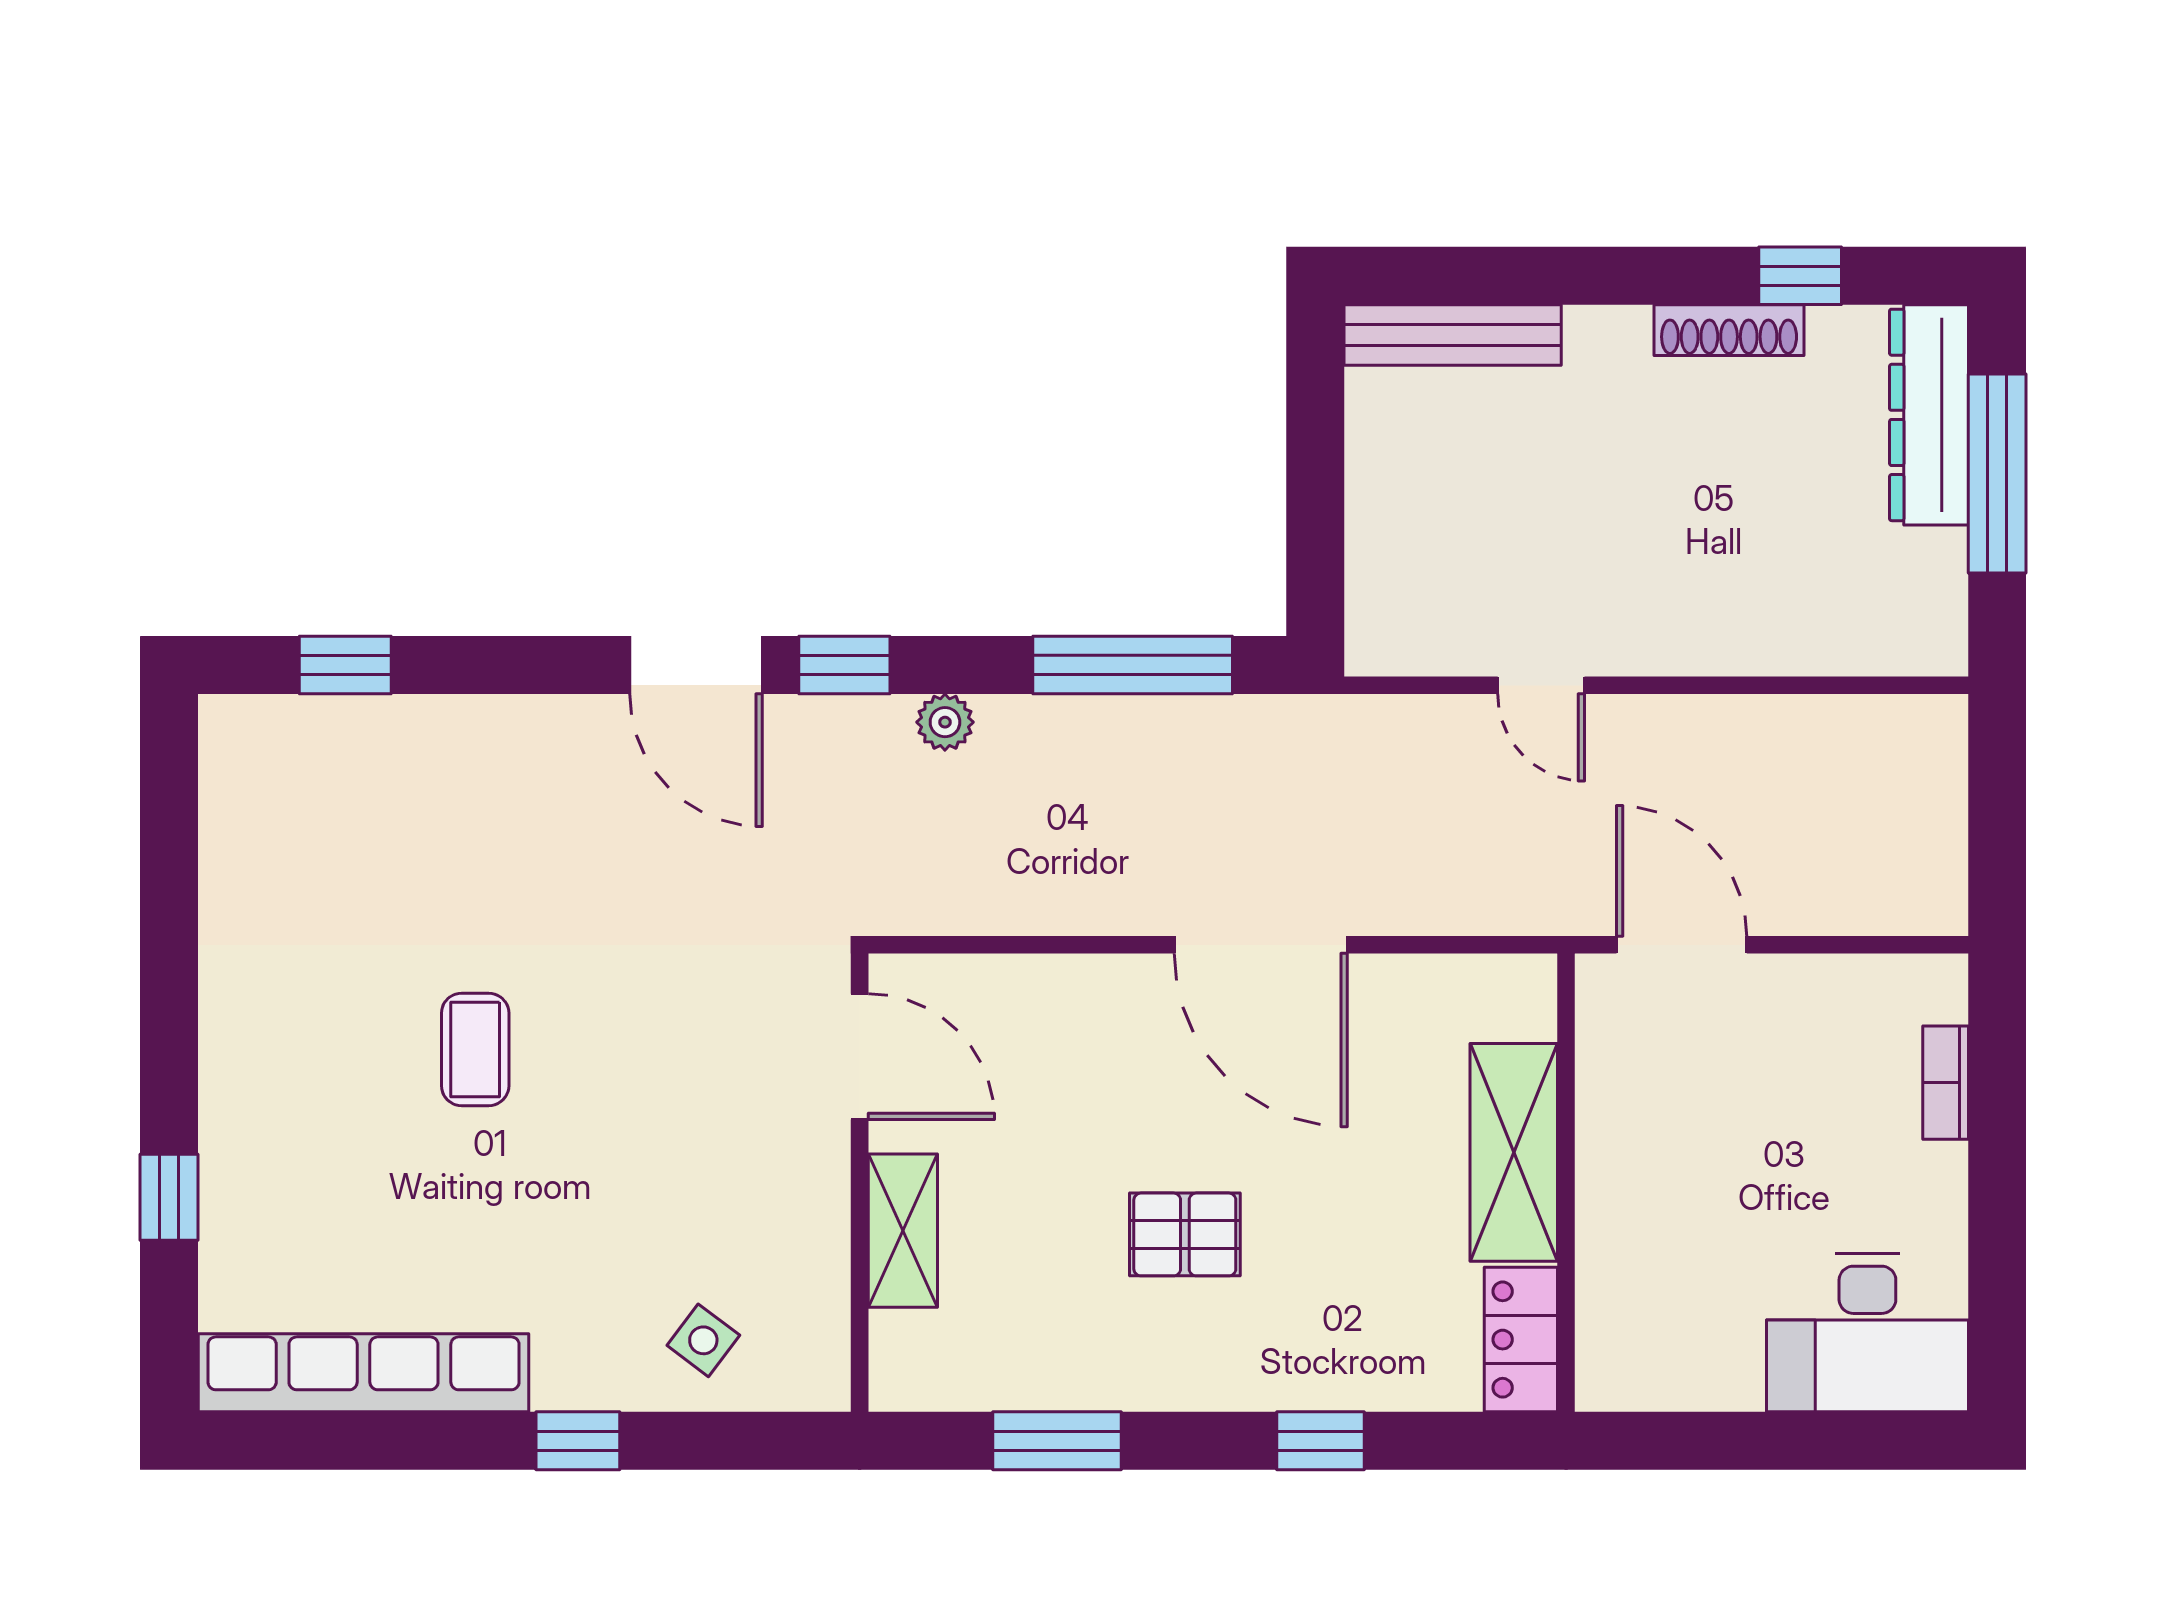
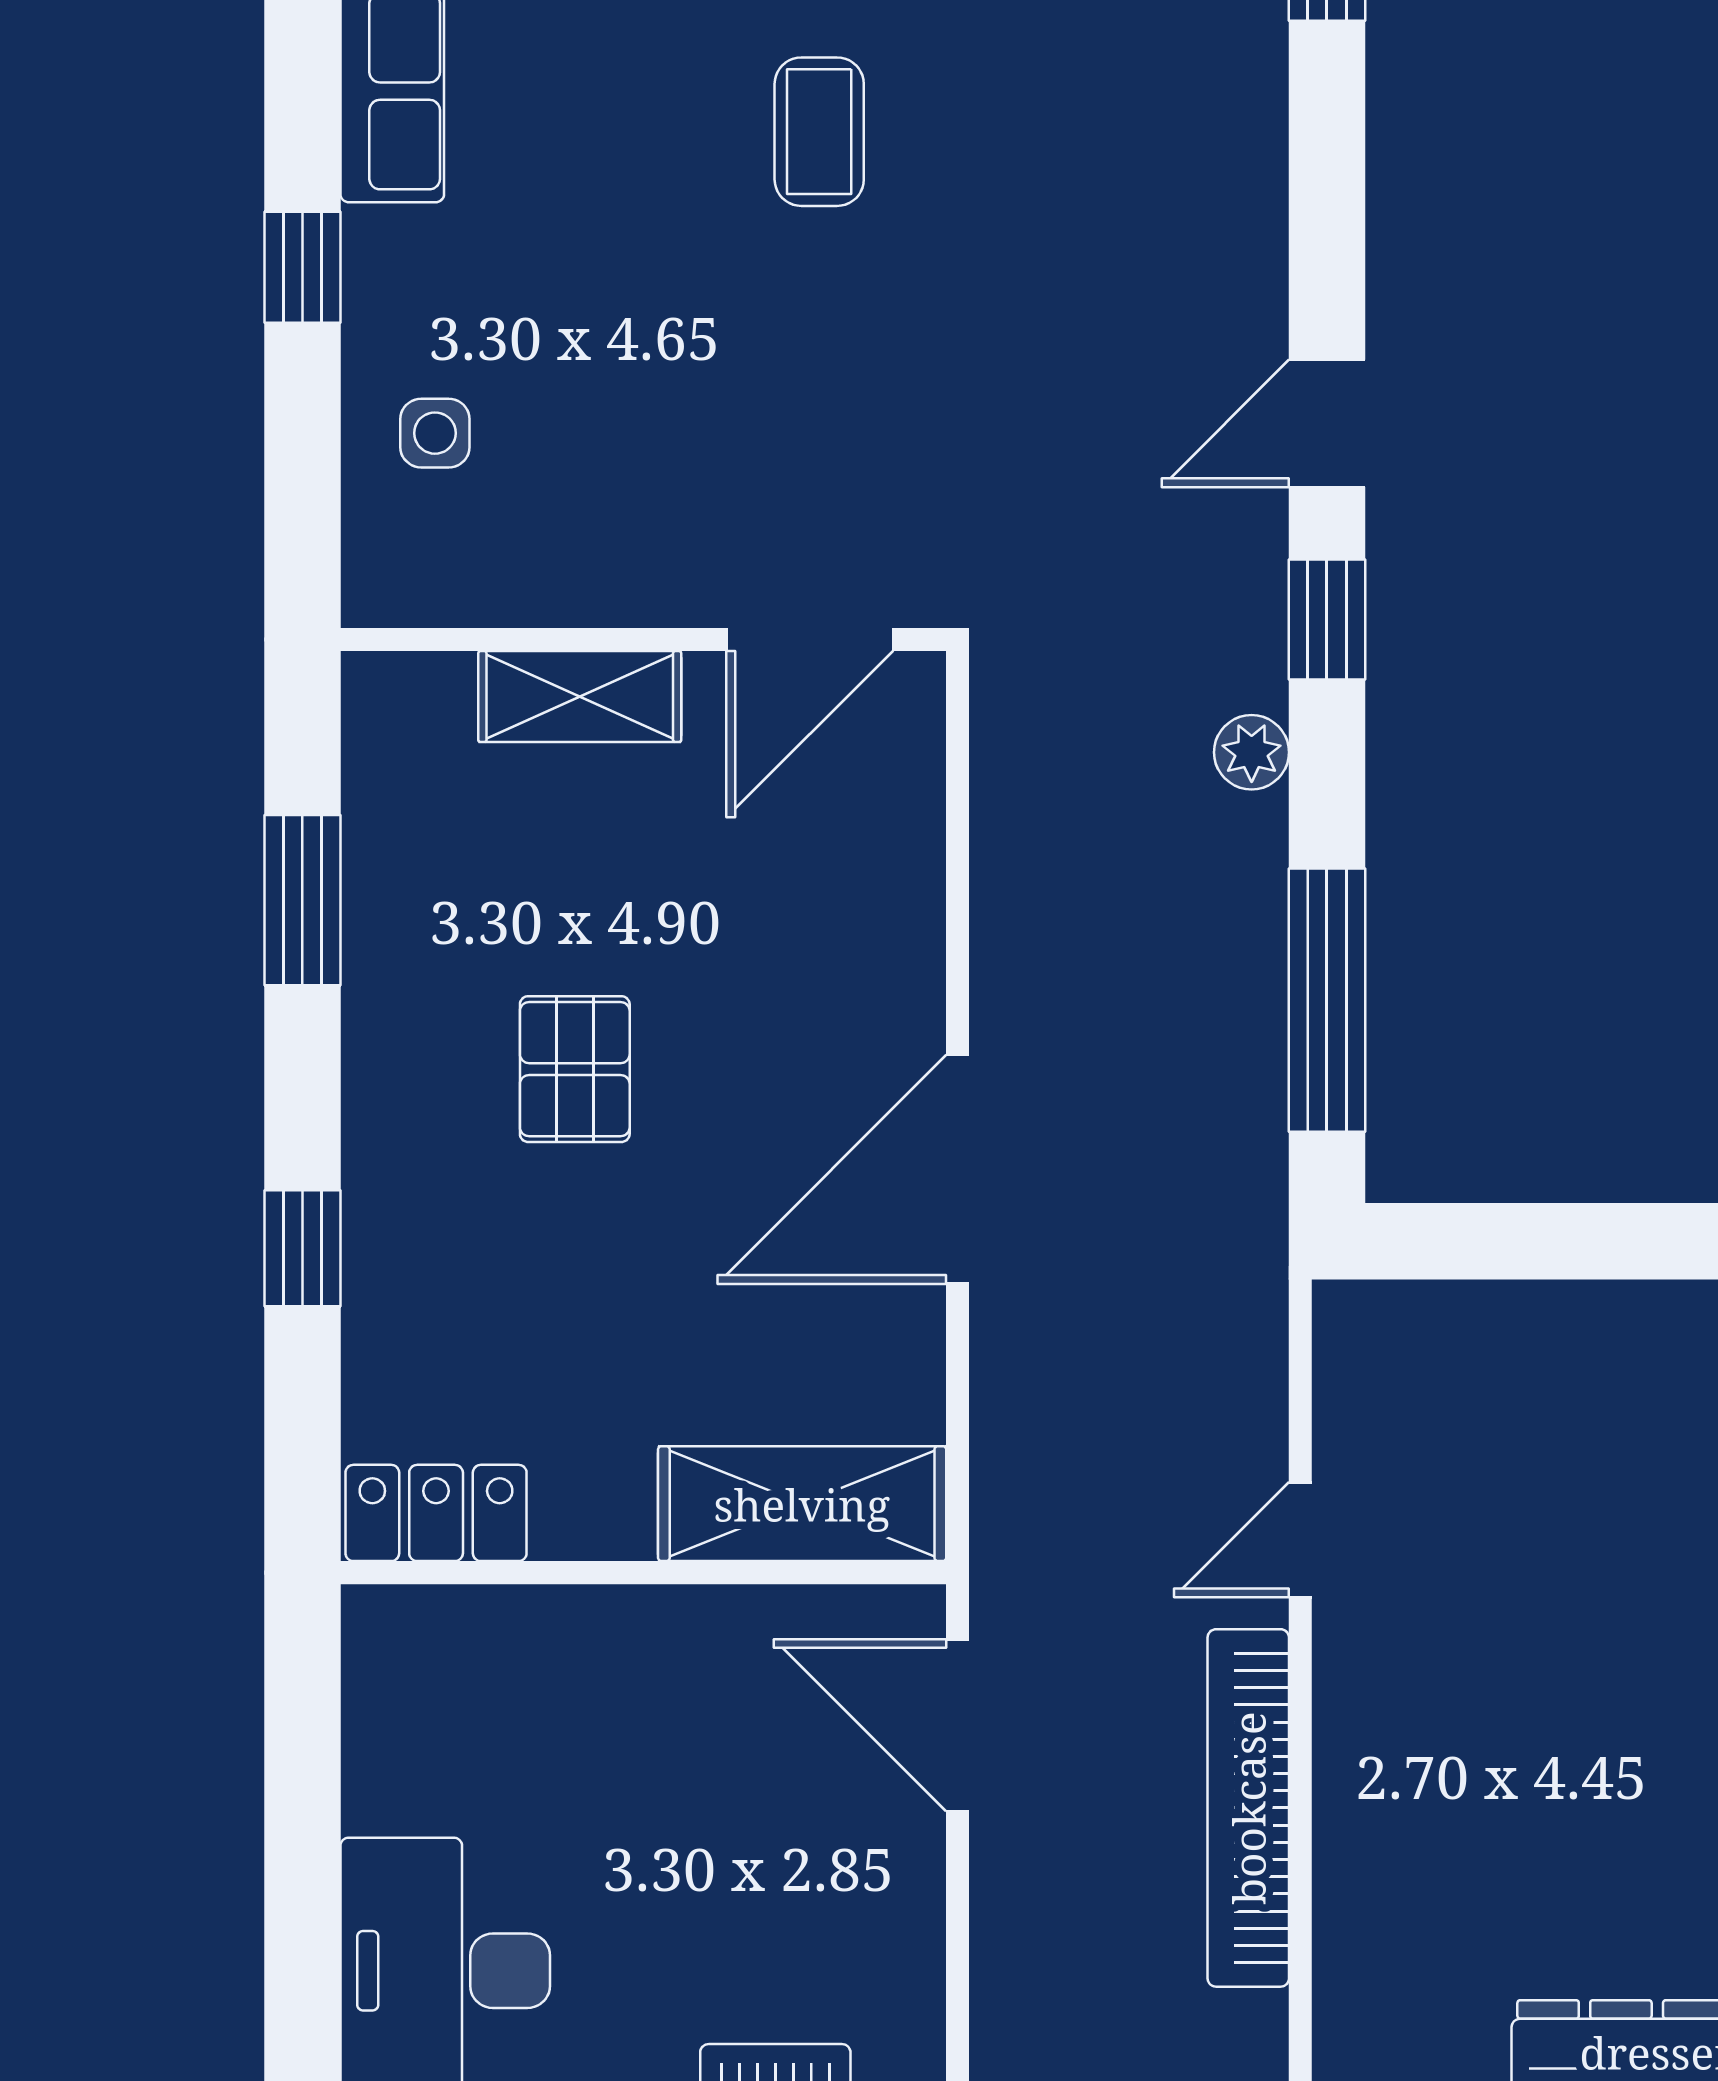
door: (696, 665) -> (1327, 423), width x0.73
bookcase: (1744, 725) -> (1248, 1808), added
door: (1682, 945) -> (958, 1725), swing flipped
coffee table: (475, 1049) -> (819, 132), turned 90
shelving: (1514, 1152) -> (802, 1504), moved
side table: (703, 1340) -> (435, 433), turned -37

